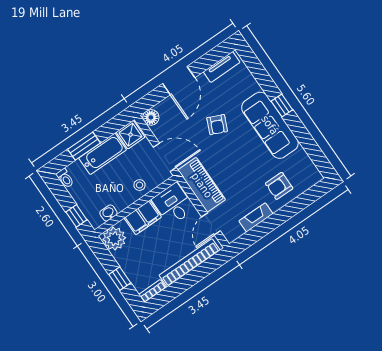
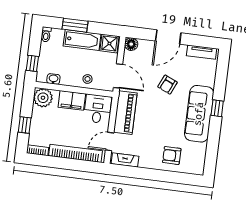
fireplace: (256, 217) -> (125, 160), moved

